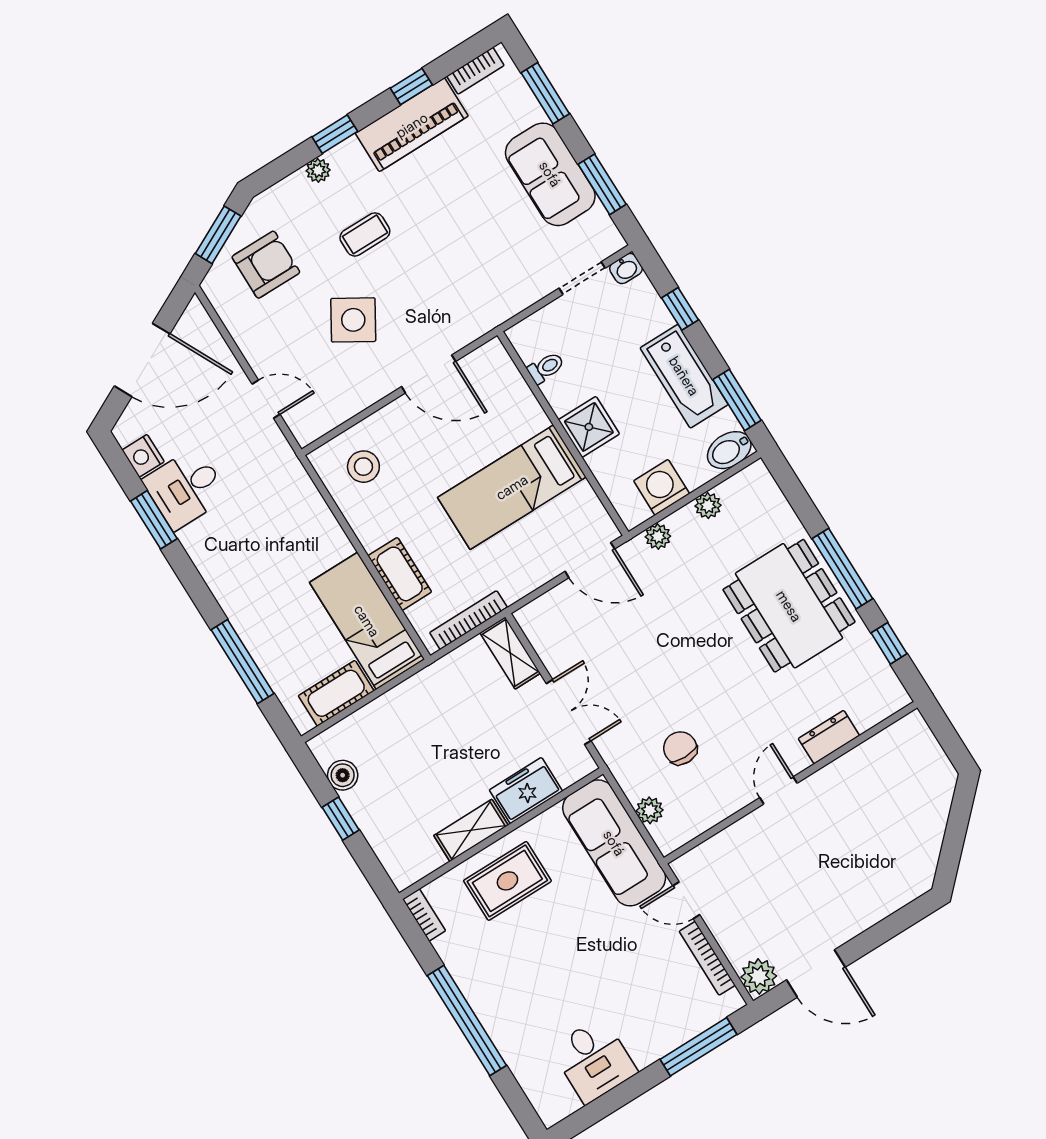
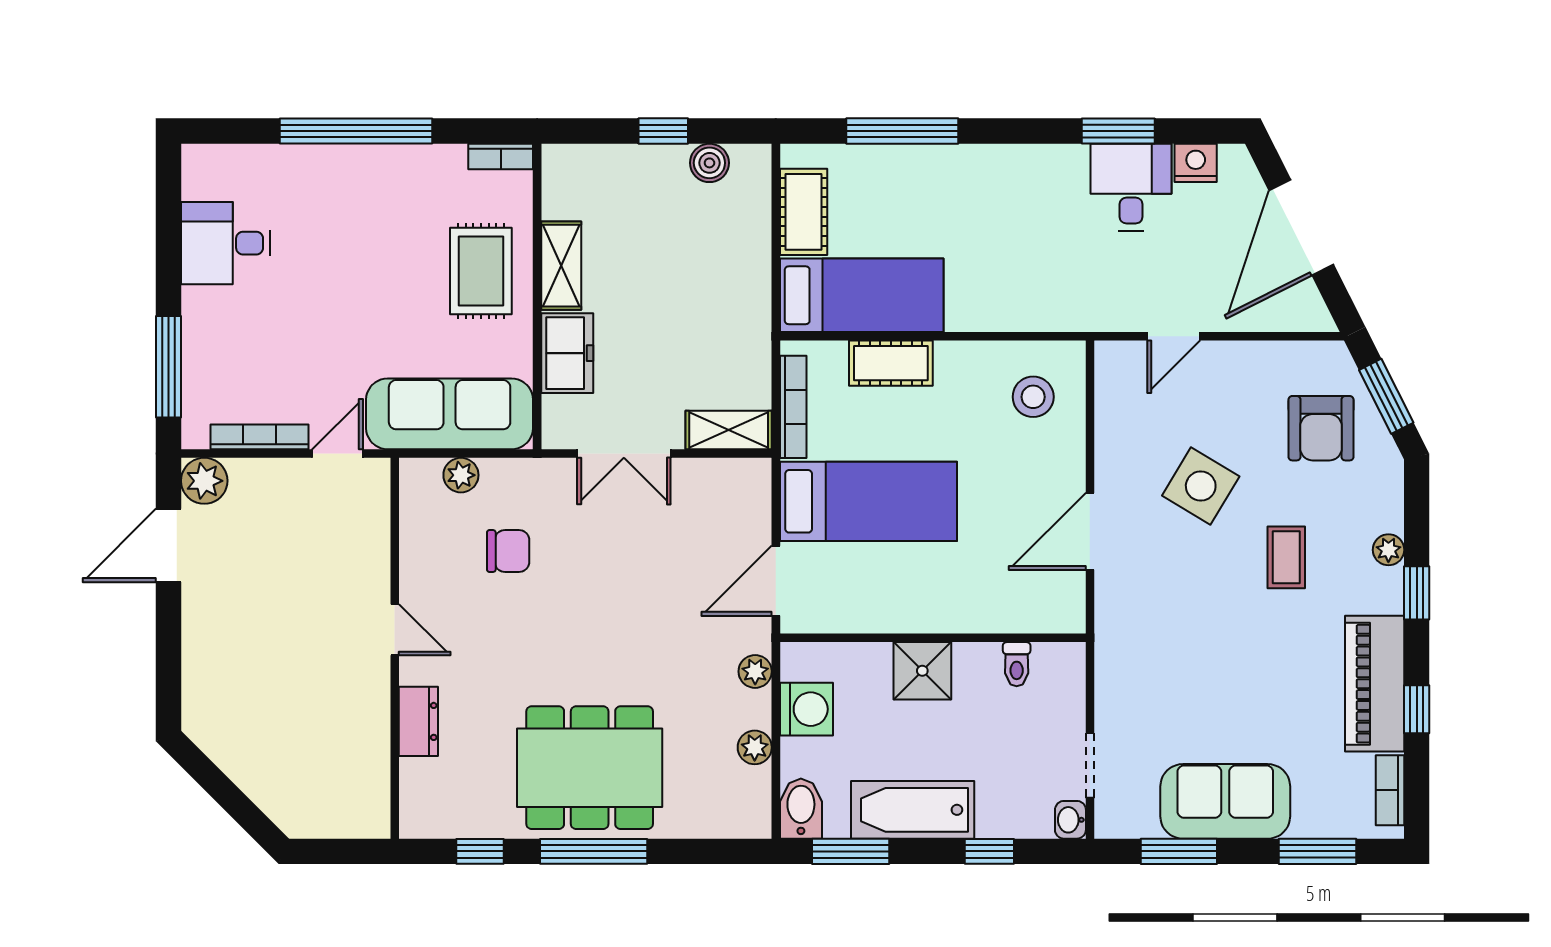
bed: (512, 487) -> (868, 501), moved, turned 90

